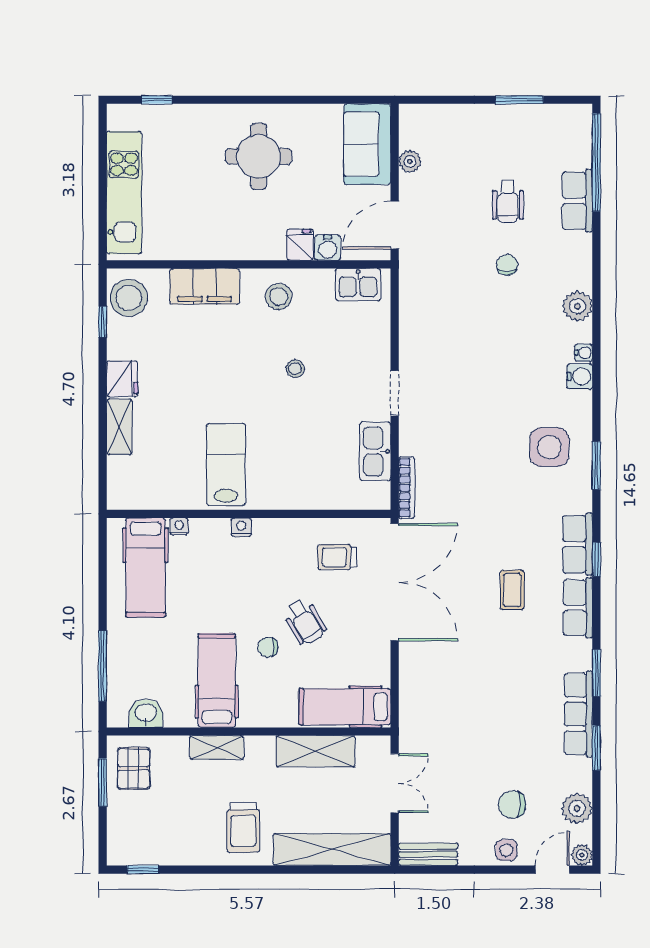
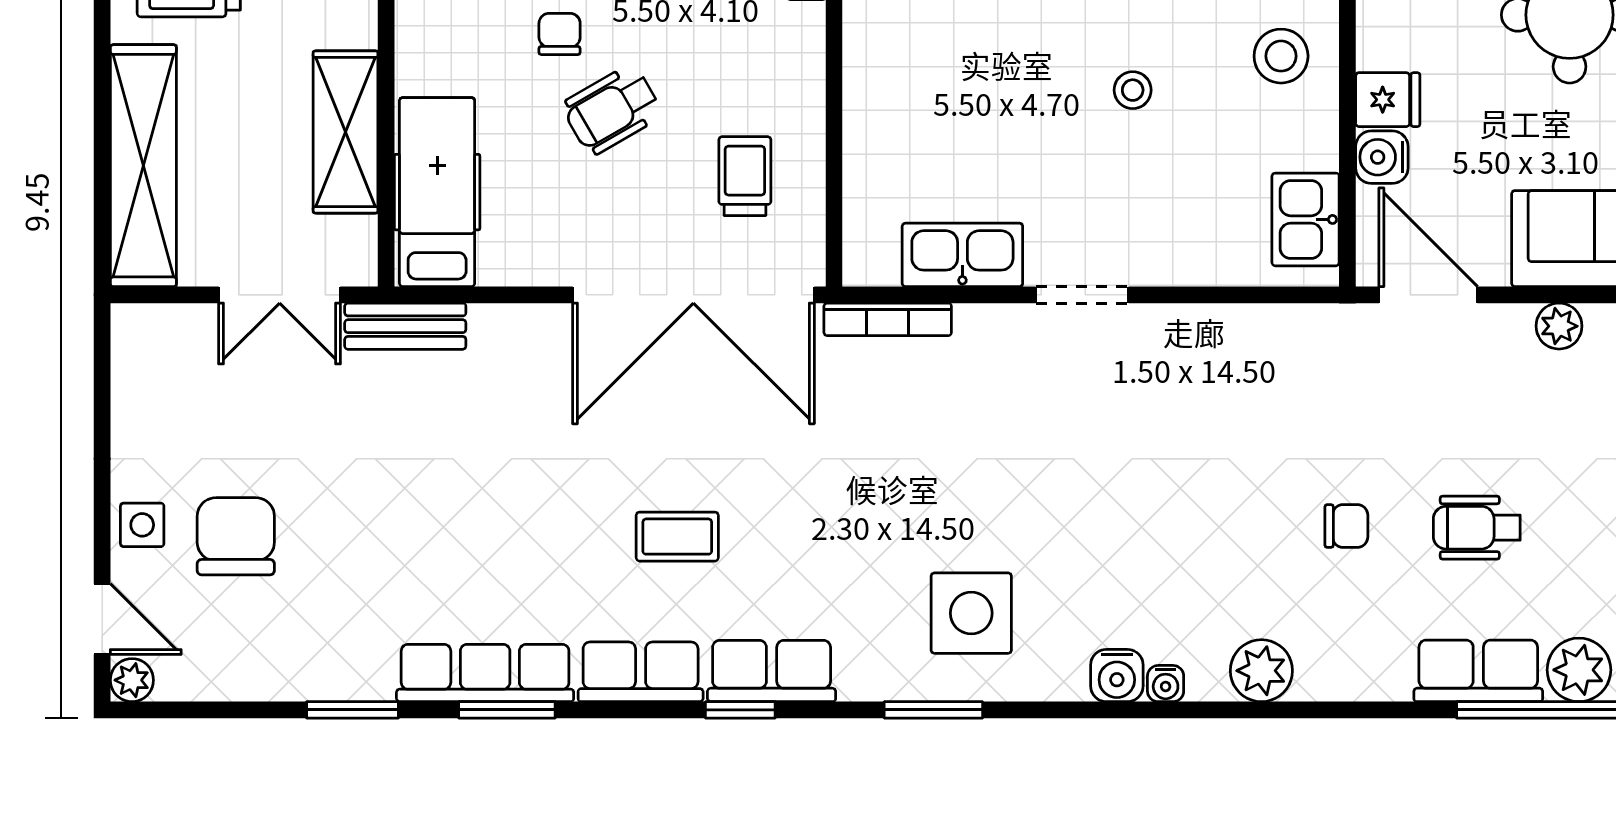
row of seats: (578, 714) -> (485, 673), moved
chair: (512, 805) -> (236, 536), width x1.37, depth x1.37
plant: (577, 808) -> (1579, 670), moved
bench: (428, 854) -> (405, 326), moved, turned 90

